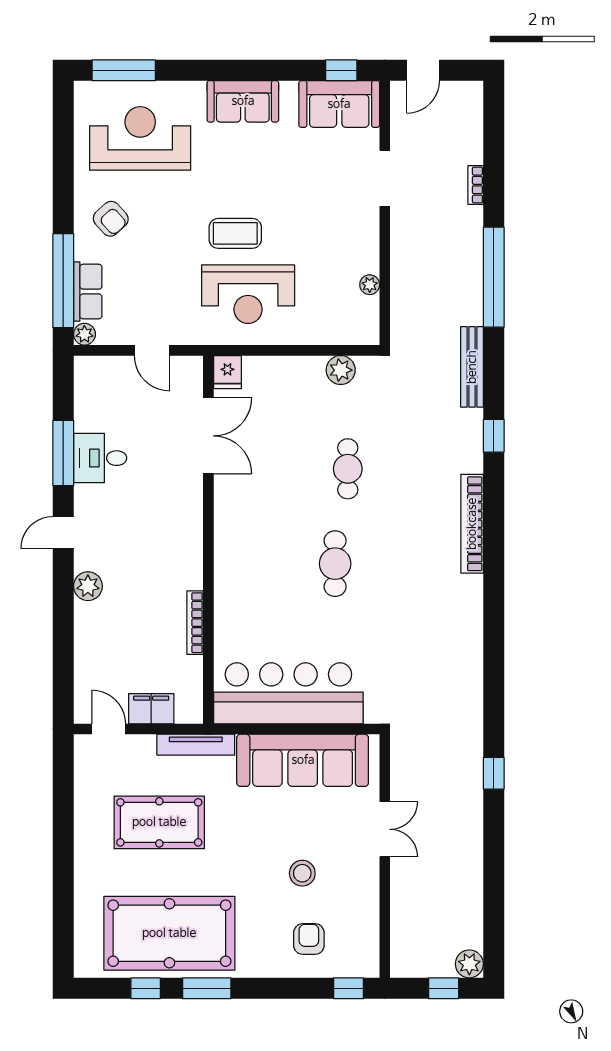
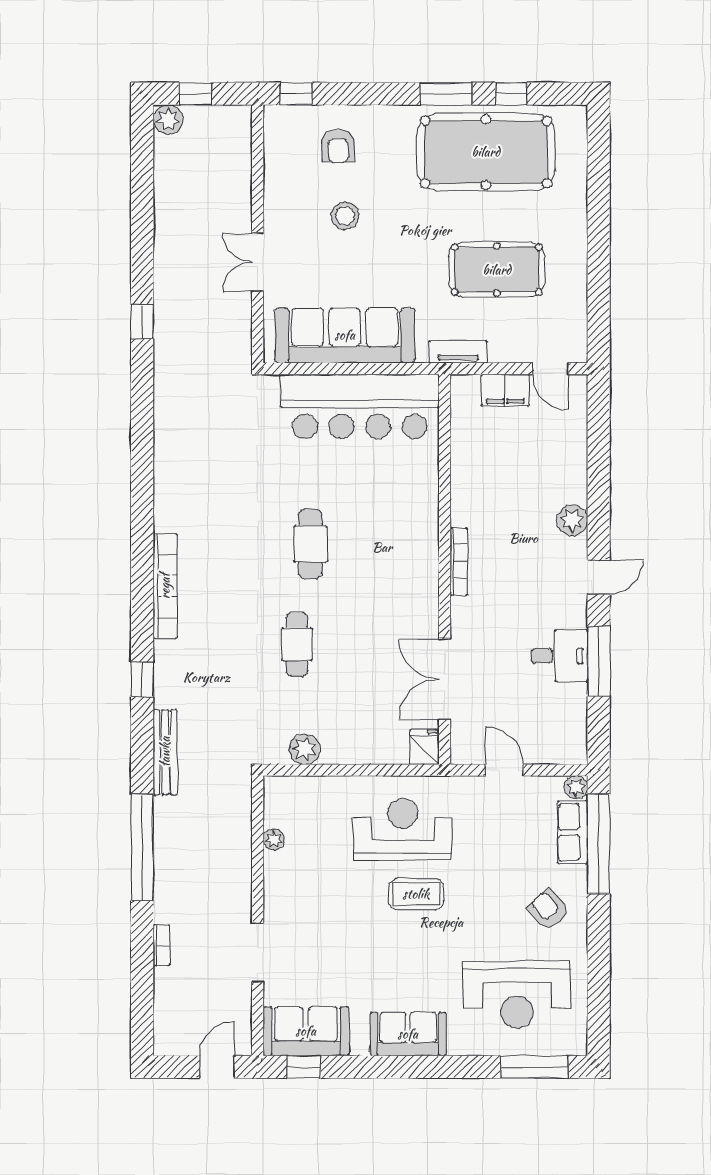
bookcase: (195, 623) -> (459, 562), moved
tv unit: (196, 745) -> (458, 352), width x0.71

